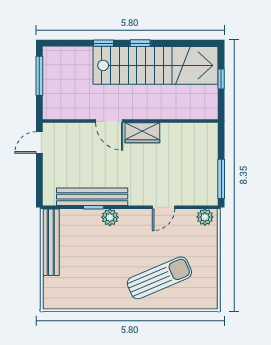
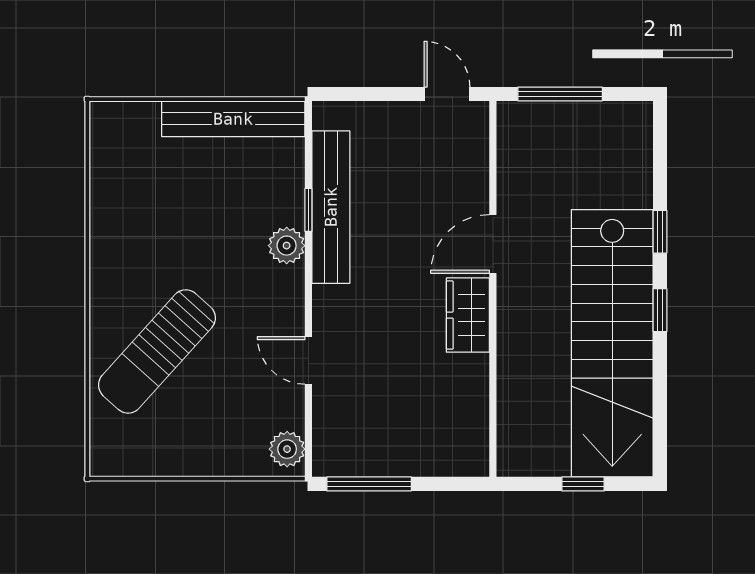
window: (39, 76) -> (560, 94), moved
sun lounger: (159, 278) -> (157, 351), turned 65

